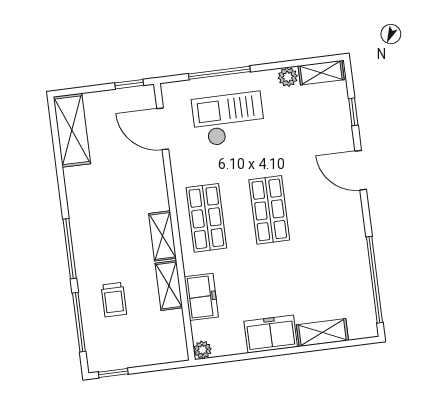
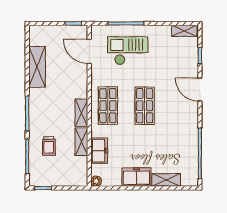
plant: (288, 77) -> (165, 31), removed
shelving: (72, 130) -> (37, 67), moved

